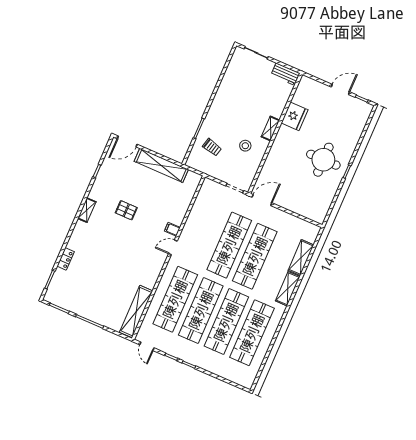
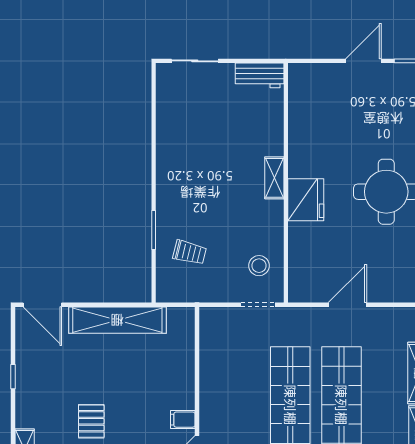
fridge: (294, 116) -> (306, 200), moved
door: (127, 141) -> (42, 305), hinge flipped
stool: (245, 146) -> (259, 266), moved
door: (262, 200) -> (347, 305), moved
pallet: (126, 210) -> (91, 421), turned 90

